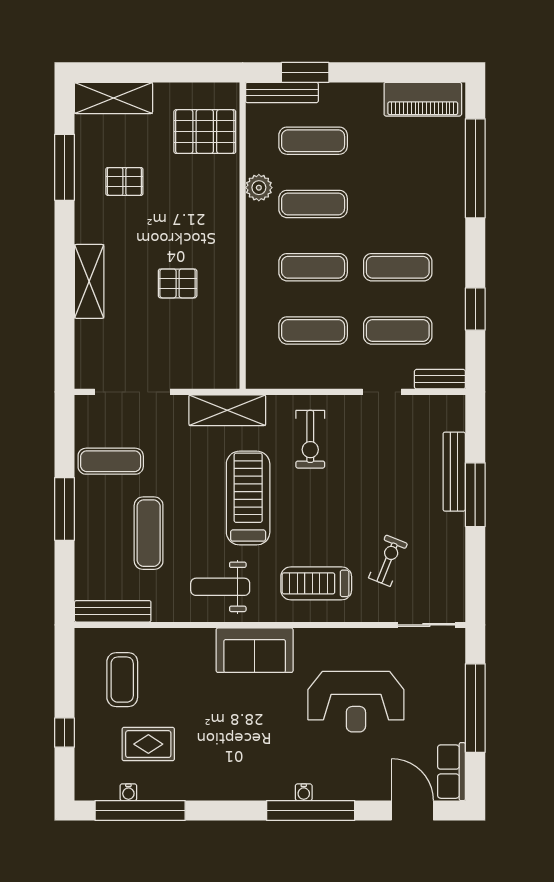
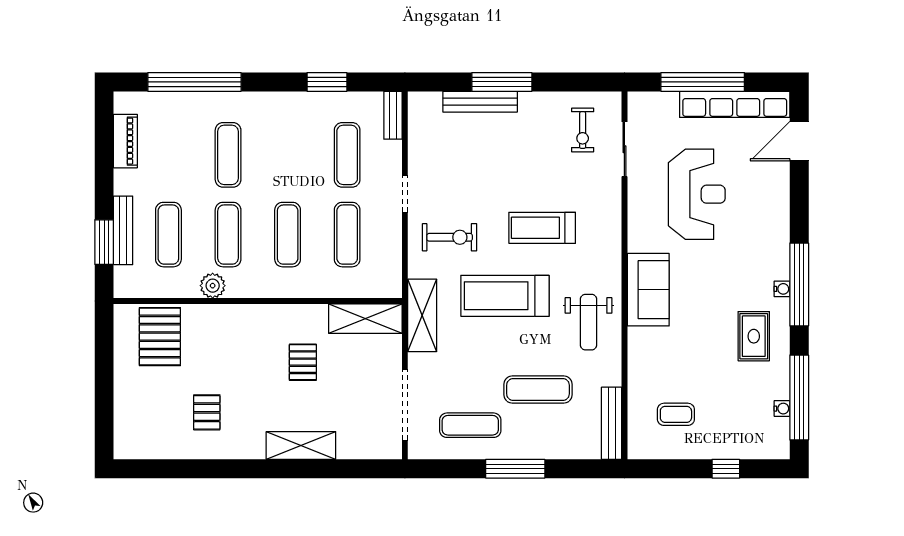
bench: (282, 93) -> (123, 230), moved
shelving: (113, 98) -> (365, 319), moved, turned 90
piano: (423, 99) -> (125, 141), width x0.73, depth x0.75
window: (64, 167) -> (193, 469), removed
exercise mat: (398, 267) -> (228, 155), moved
doorway: (382, 392) -> (405, 194), moved
exercise mat: (111, 461) -> (470, 425), turned 90
exercise bike: (388, 561) -> (583, 130), moved, turned -112
treadmill: (316, 583) -> (542, 228), moved, turned 90
sliding door: (426, 625) -> (624, 149), moved
coffee table: (122, 680) -> (676, 414), width x0.73, depth x0.77
rug: (148, 744) -> (754, 336), moved
row of seats: (451, 772) -> (735, 104), width x2.02
water cooler: (304, 792) -> (782, 289), moved
window: (311, 811) -> (799, 285), moved

